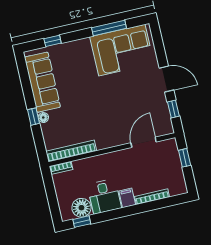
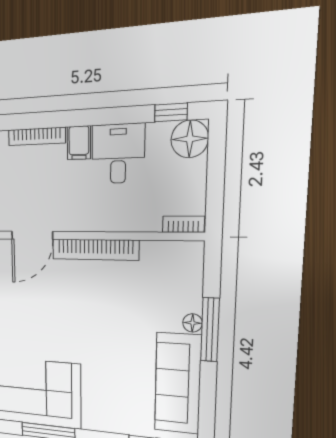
window: (34, 117) -> (210, 330), width x2.17
bookcase: (71, 151) -> (95, 250), moved
floor lamp: (81, 208) -> (190, 139), moved

